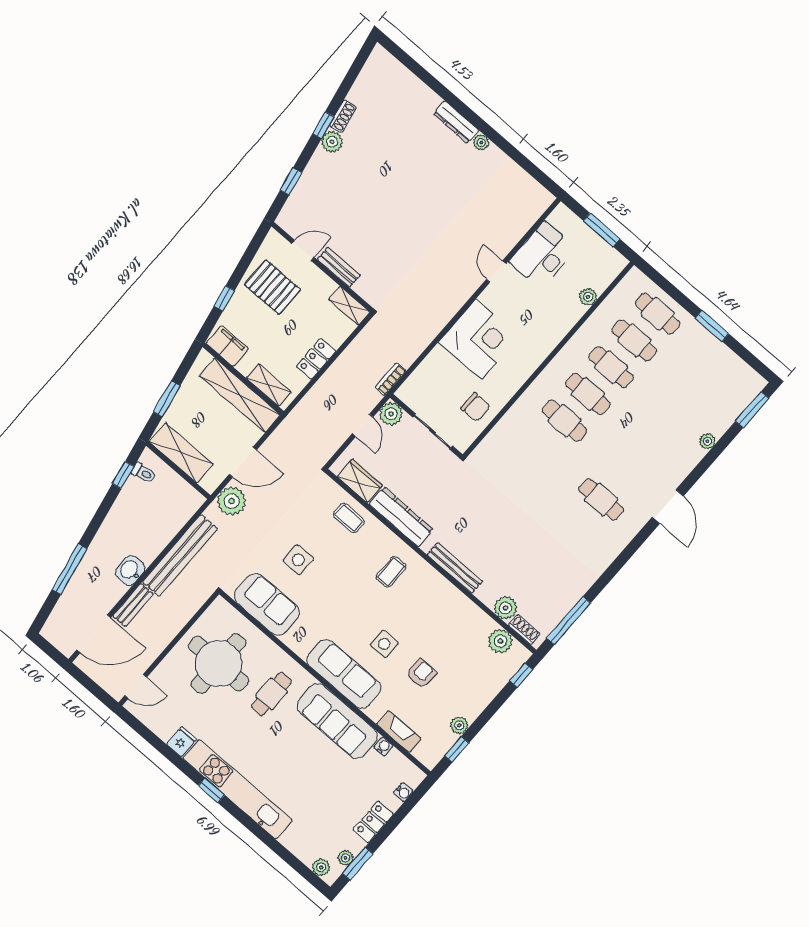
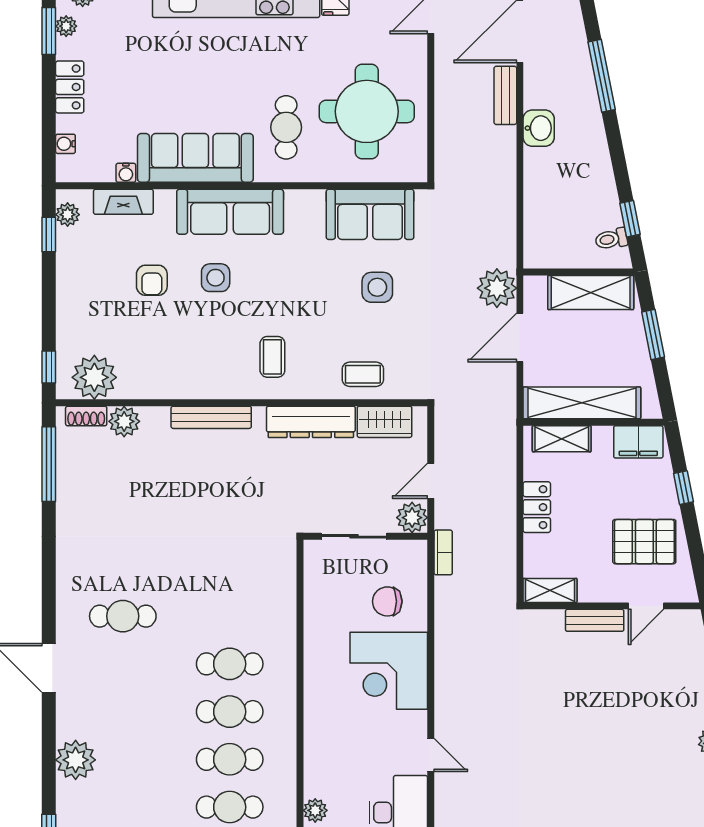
chair: (476, 407) -> (387, 601), moved
door: (363, 425) -> (431, 481), hinge flipped
plant: (707, 441) -> (76, 760), width x1.88, depth x1.88
bench: (180, 555) -> (501, 187), removed
plant: (500, 641) -> (94, 377), width x1.36, depth x1.36
plant: (459, 725) -> (68, 215), moved

